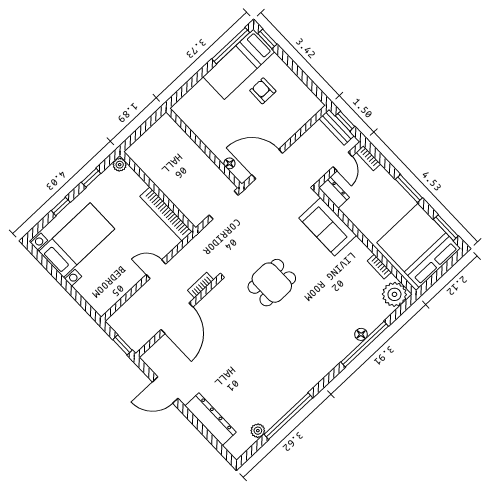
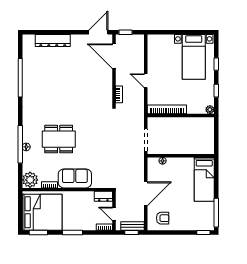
bed: (239, 64) -> (204, 179), moved, turned 180
armchair: (263, 91) -> (163, 218), moved
door: (267, 164) -> (146, 194), moved
sofa: (328, 227) -> (75, 178), moved
door: (156, 269) -> (146, 81), swing flipped
dining table: (272, 283) -> (59, 139), moved, width x1.38
door: (177, 318) -> (114, 56), moved
door: (165, 390) -> (98, 32), moved
plant: (258, 431) -> (27, 57), removed

